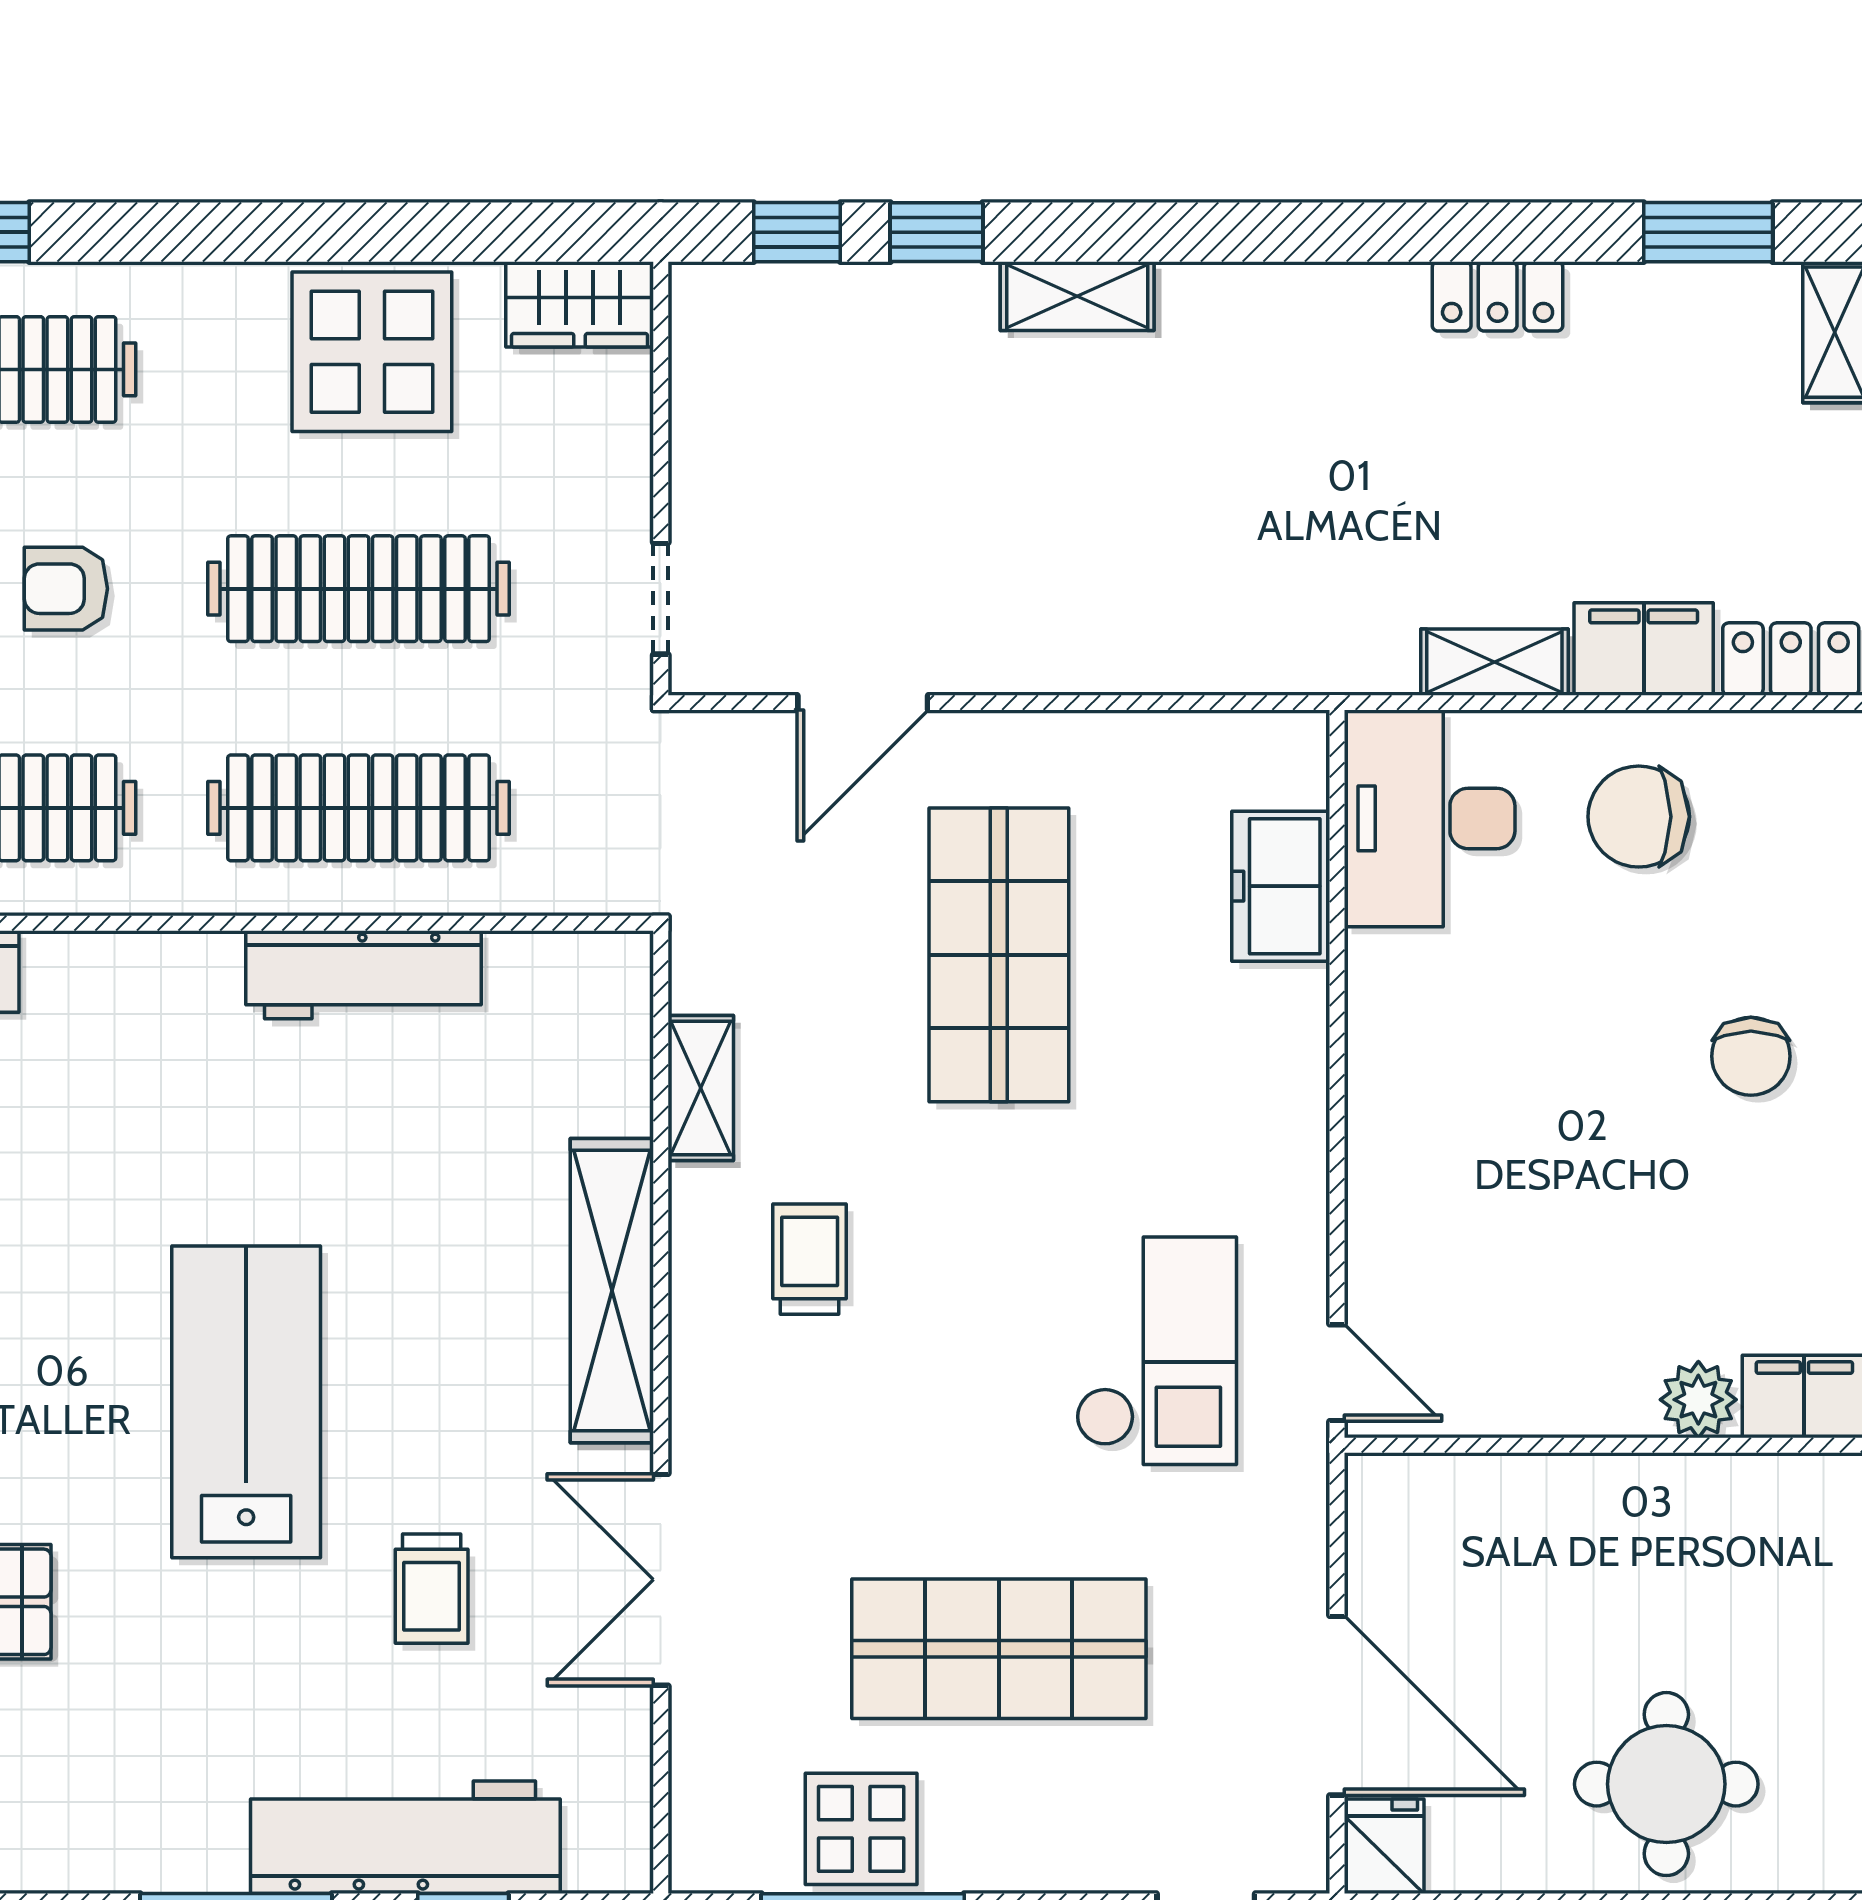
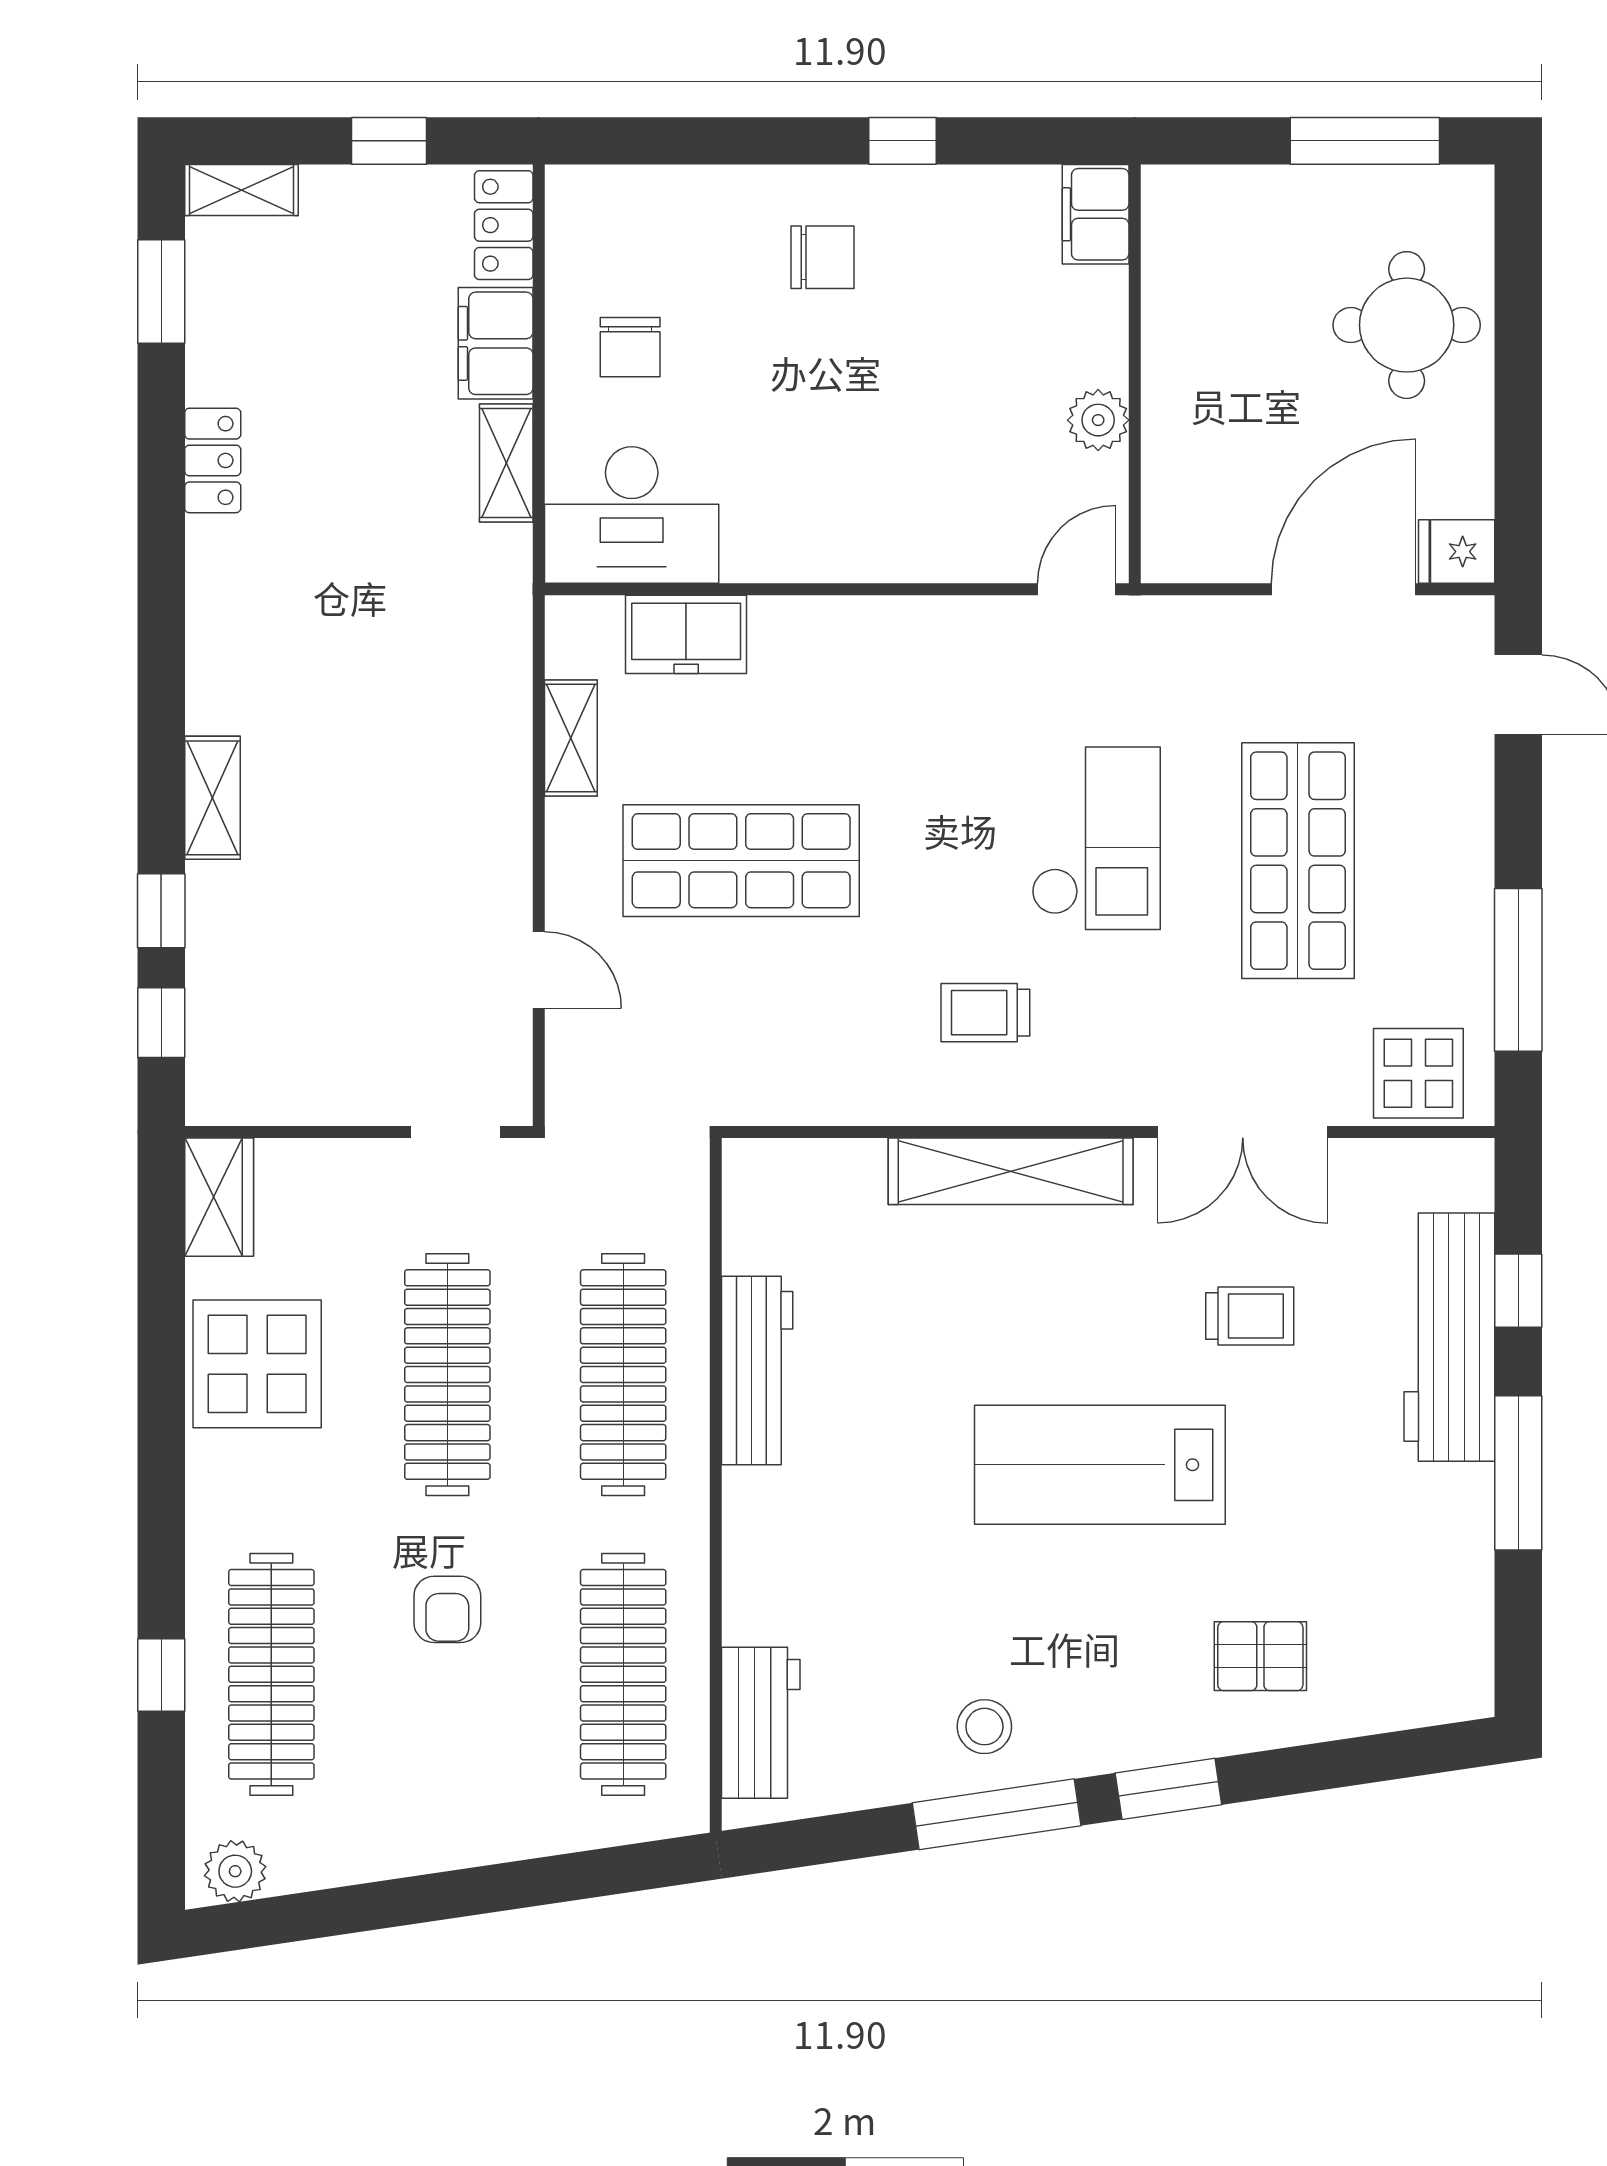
door: (863, 703) -> (539, 970), width x0.73
chair: (1639, 817) -> (630, 347), width x0.73, depth x0.73
shelving: (701, 1088) -> (571, 738), moved, turned 90
checkout: (1156, 1351) -> (1096, 838), moved, turned 90
plant: (1698, 1400) -> (1098, 420), moved
display table: (861, 1829) -> (1418, 1073), moved

